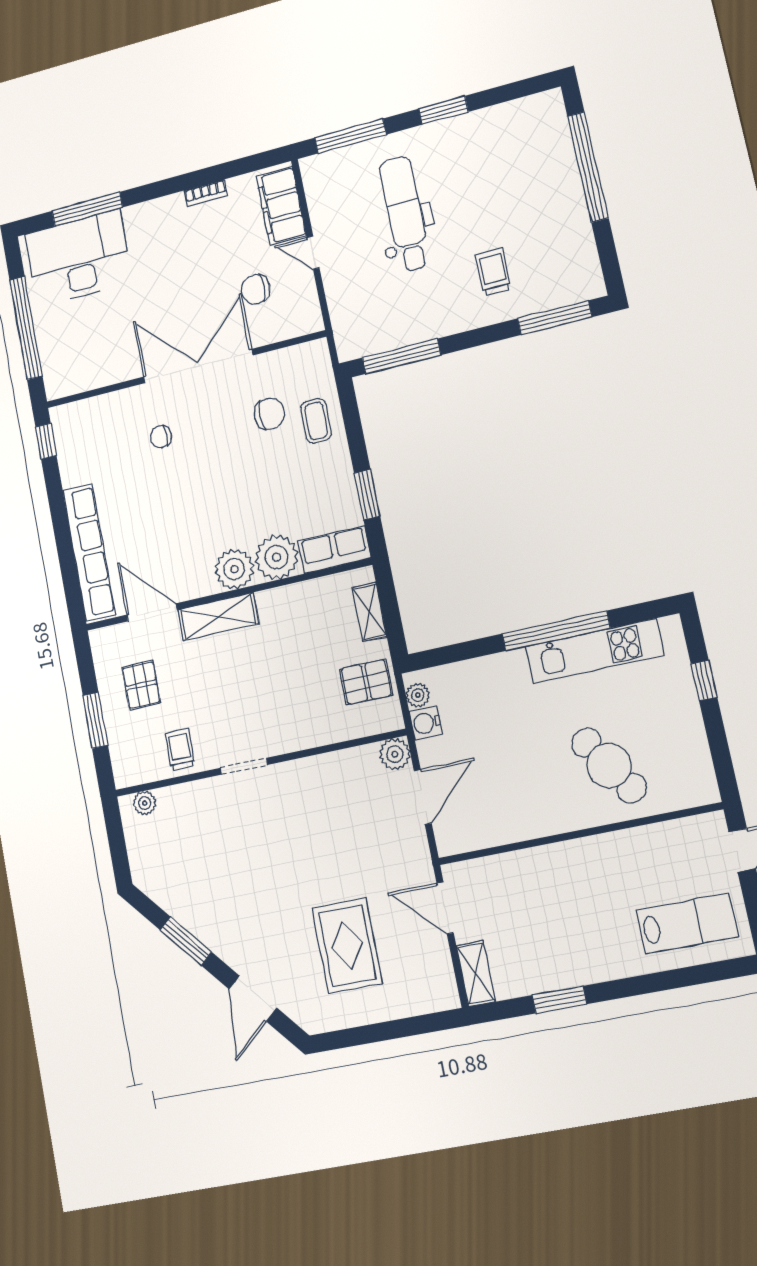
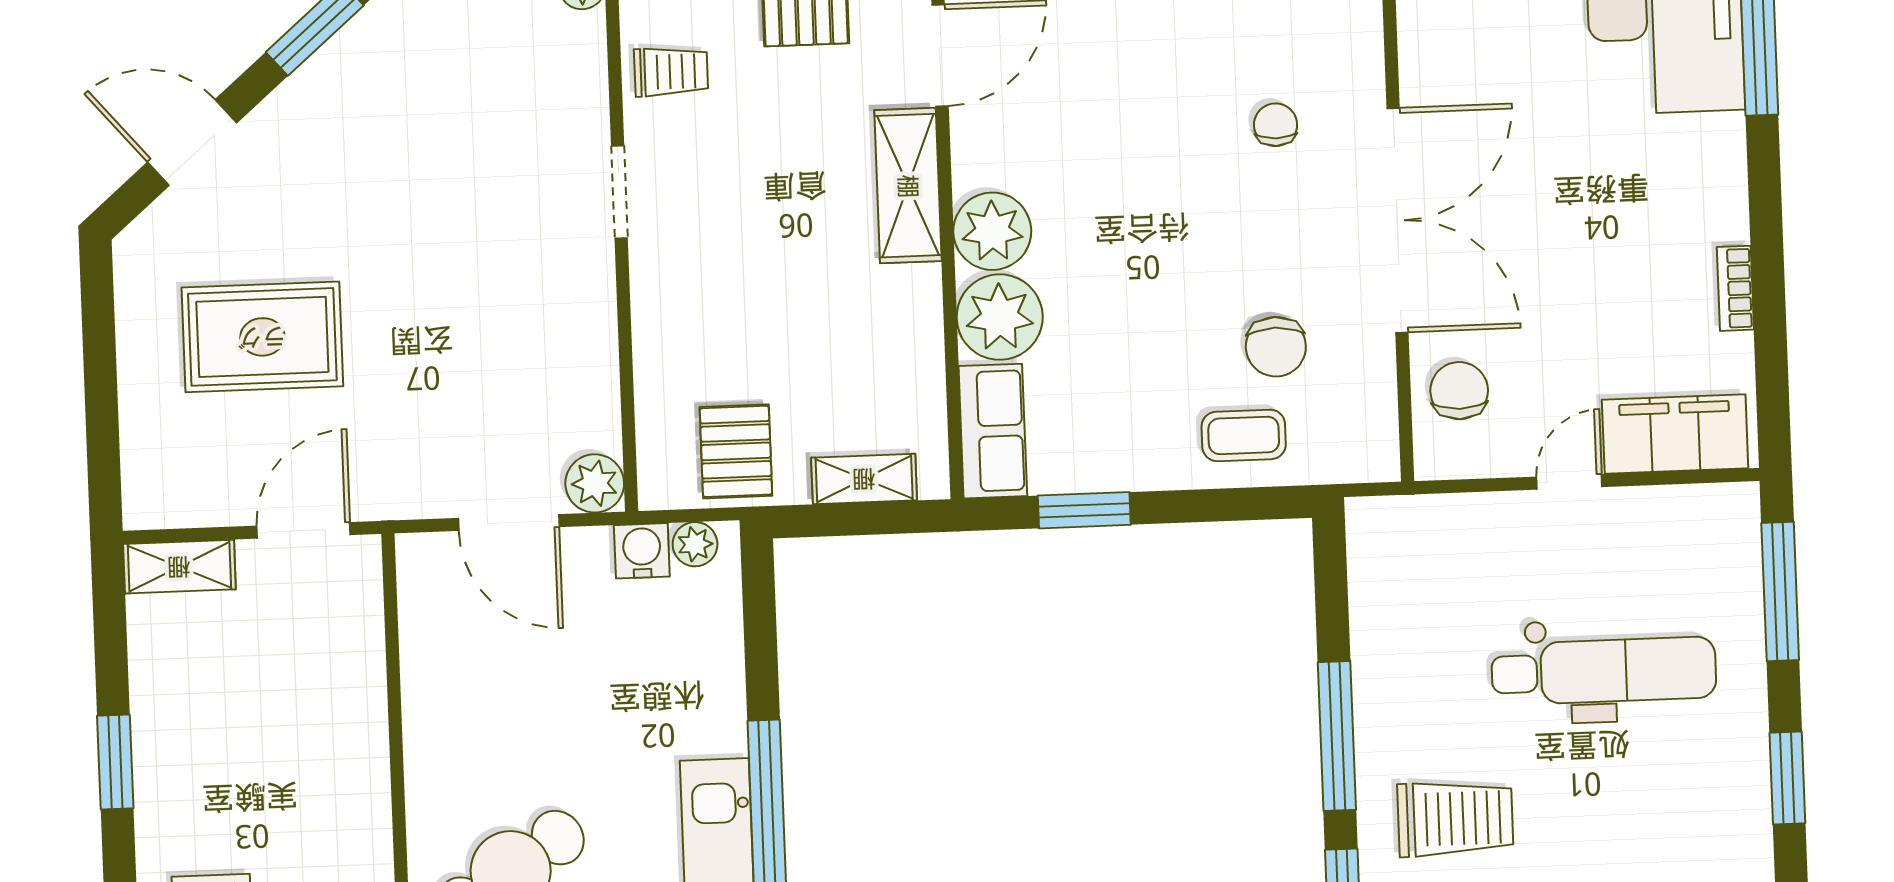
trolley: (493, 272) -> (1455, 819), width x1.36, depth x1.39
chair: (256, 289) -> (1459, 391), moved
window: (401, 356) -> (1337, 736), moved
window: (559, 1000) -> (115, 762), moved

